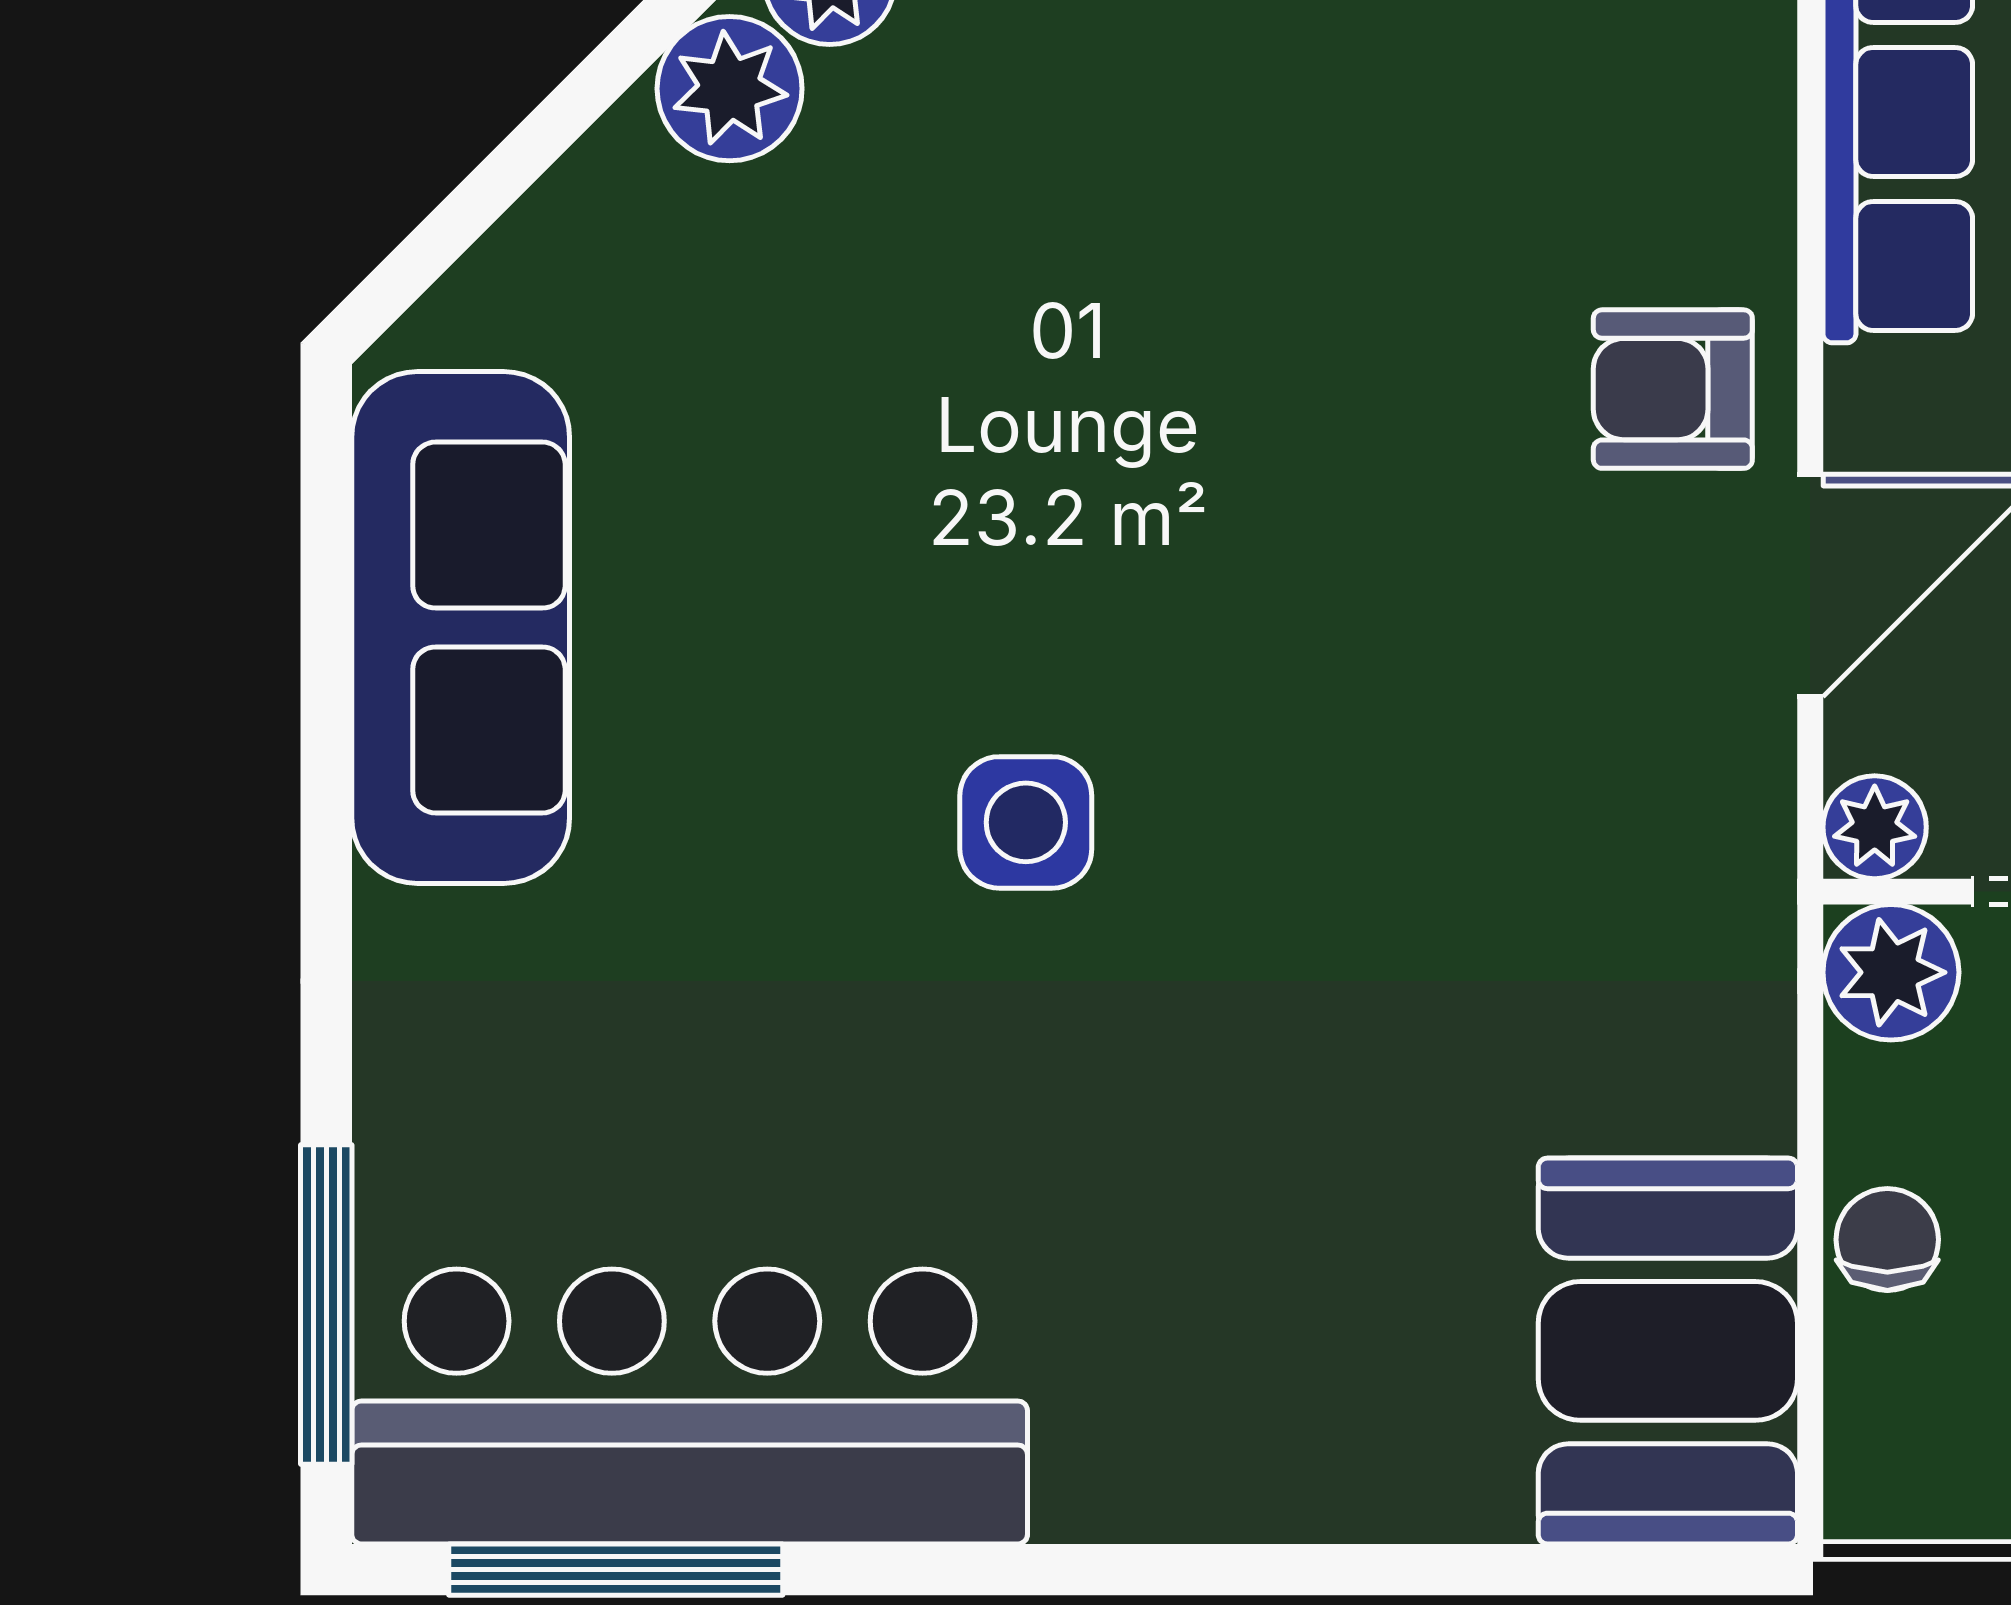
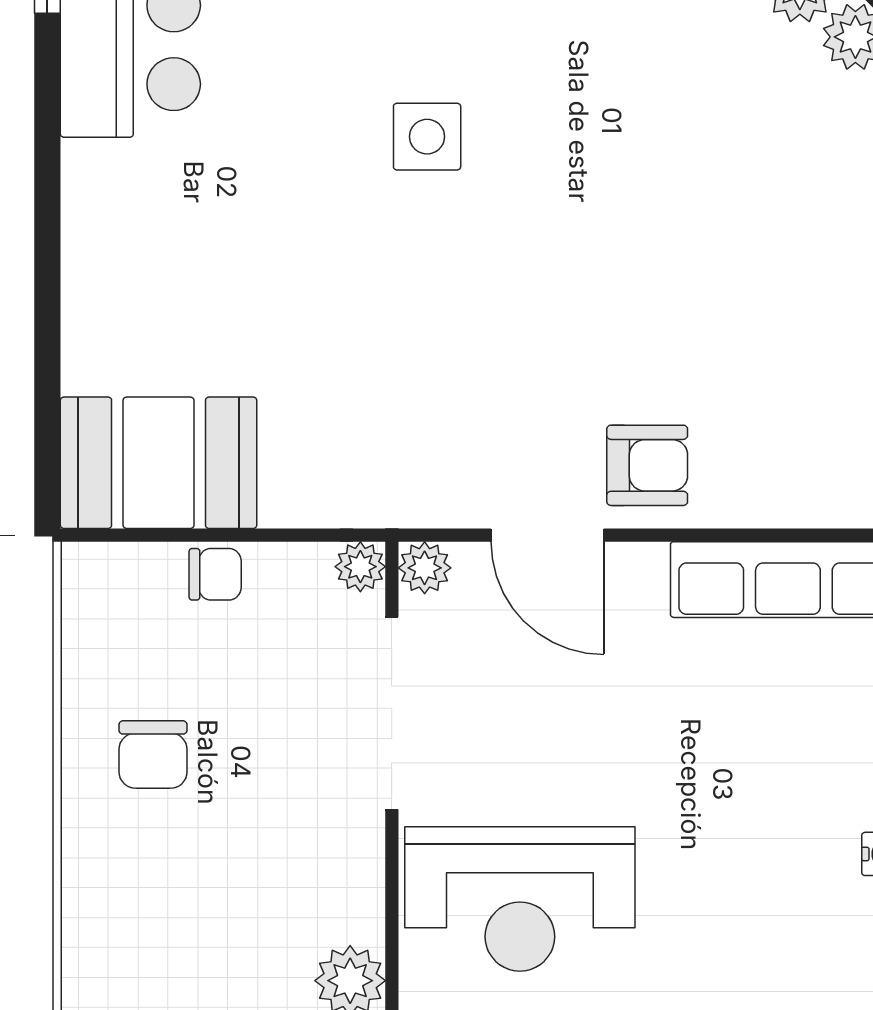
armchair: (1673, 389) -> (647, 465), turned 90
plant: (1891, 972) -> (360, 567), width x0.73, depth x0.73

